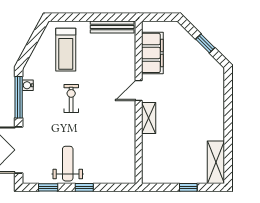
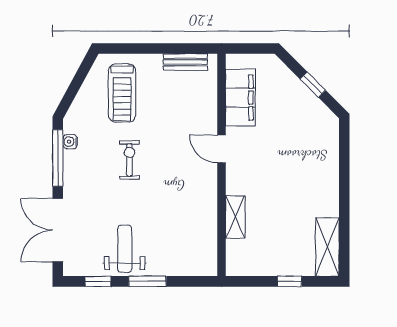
bench: (112, 27) -> (185, 62), width x0.73
door: (139, 91) -> (222, 149), hinge flipped
shelving: (149, 118) -> (235, 217), moved
window: (84, 187) -> (147, 281), width x1.50

